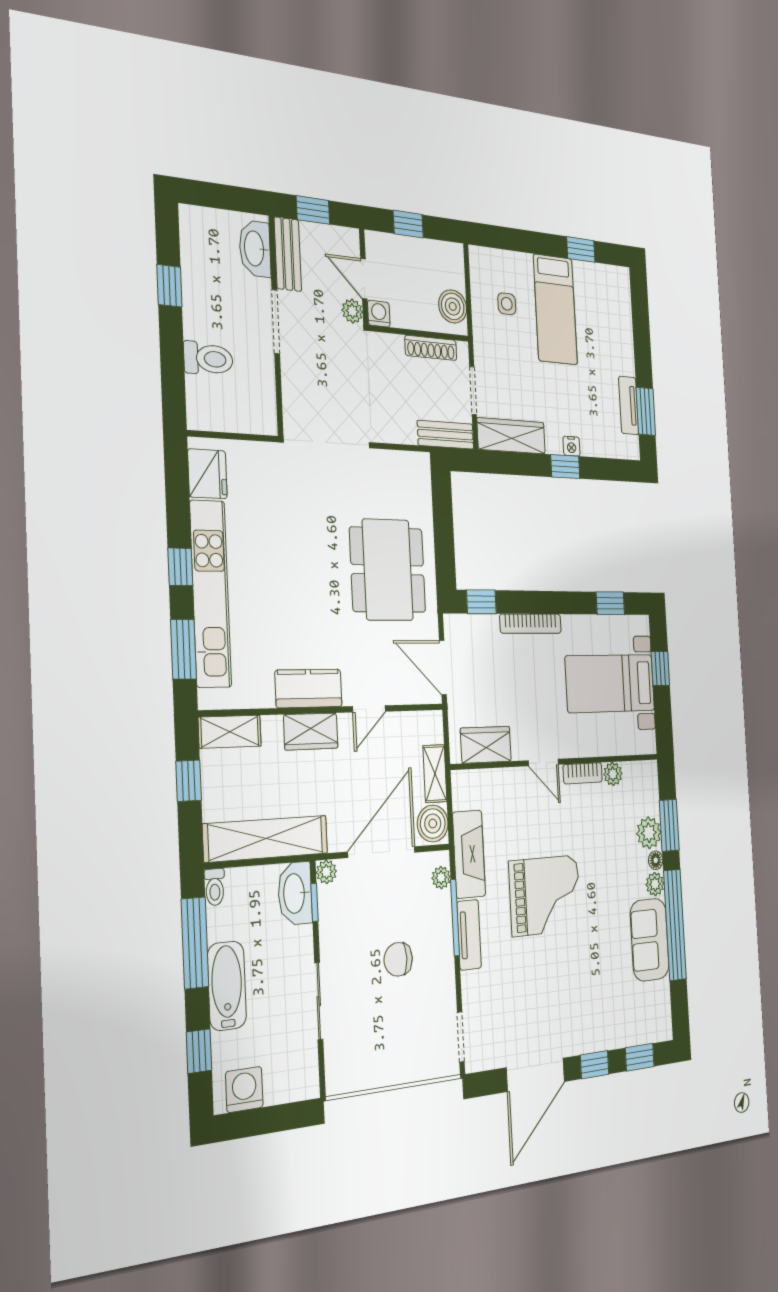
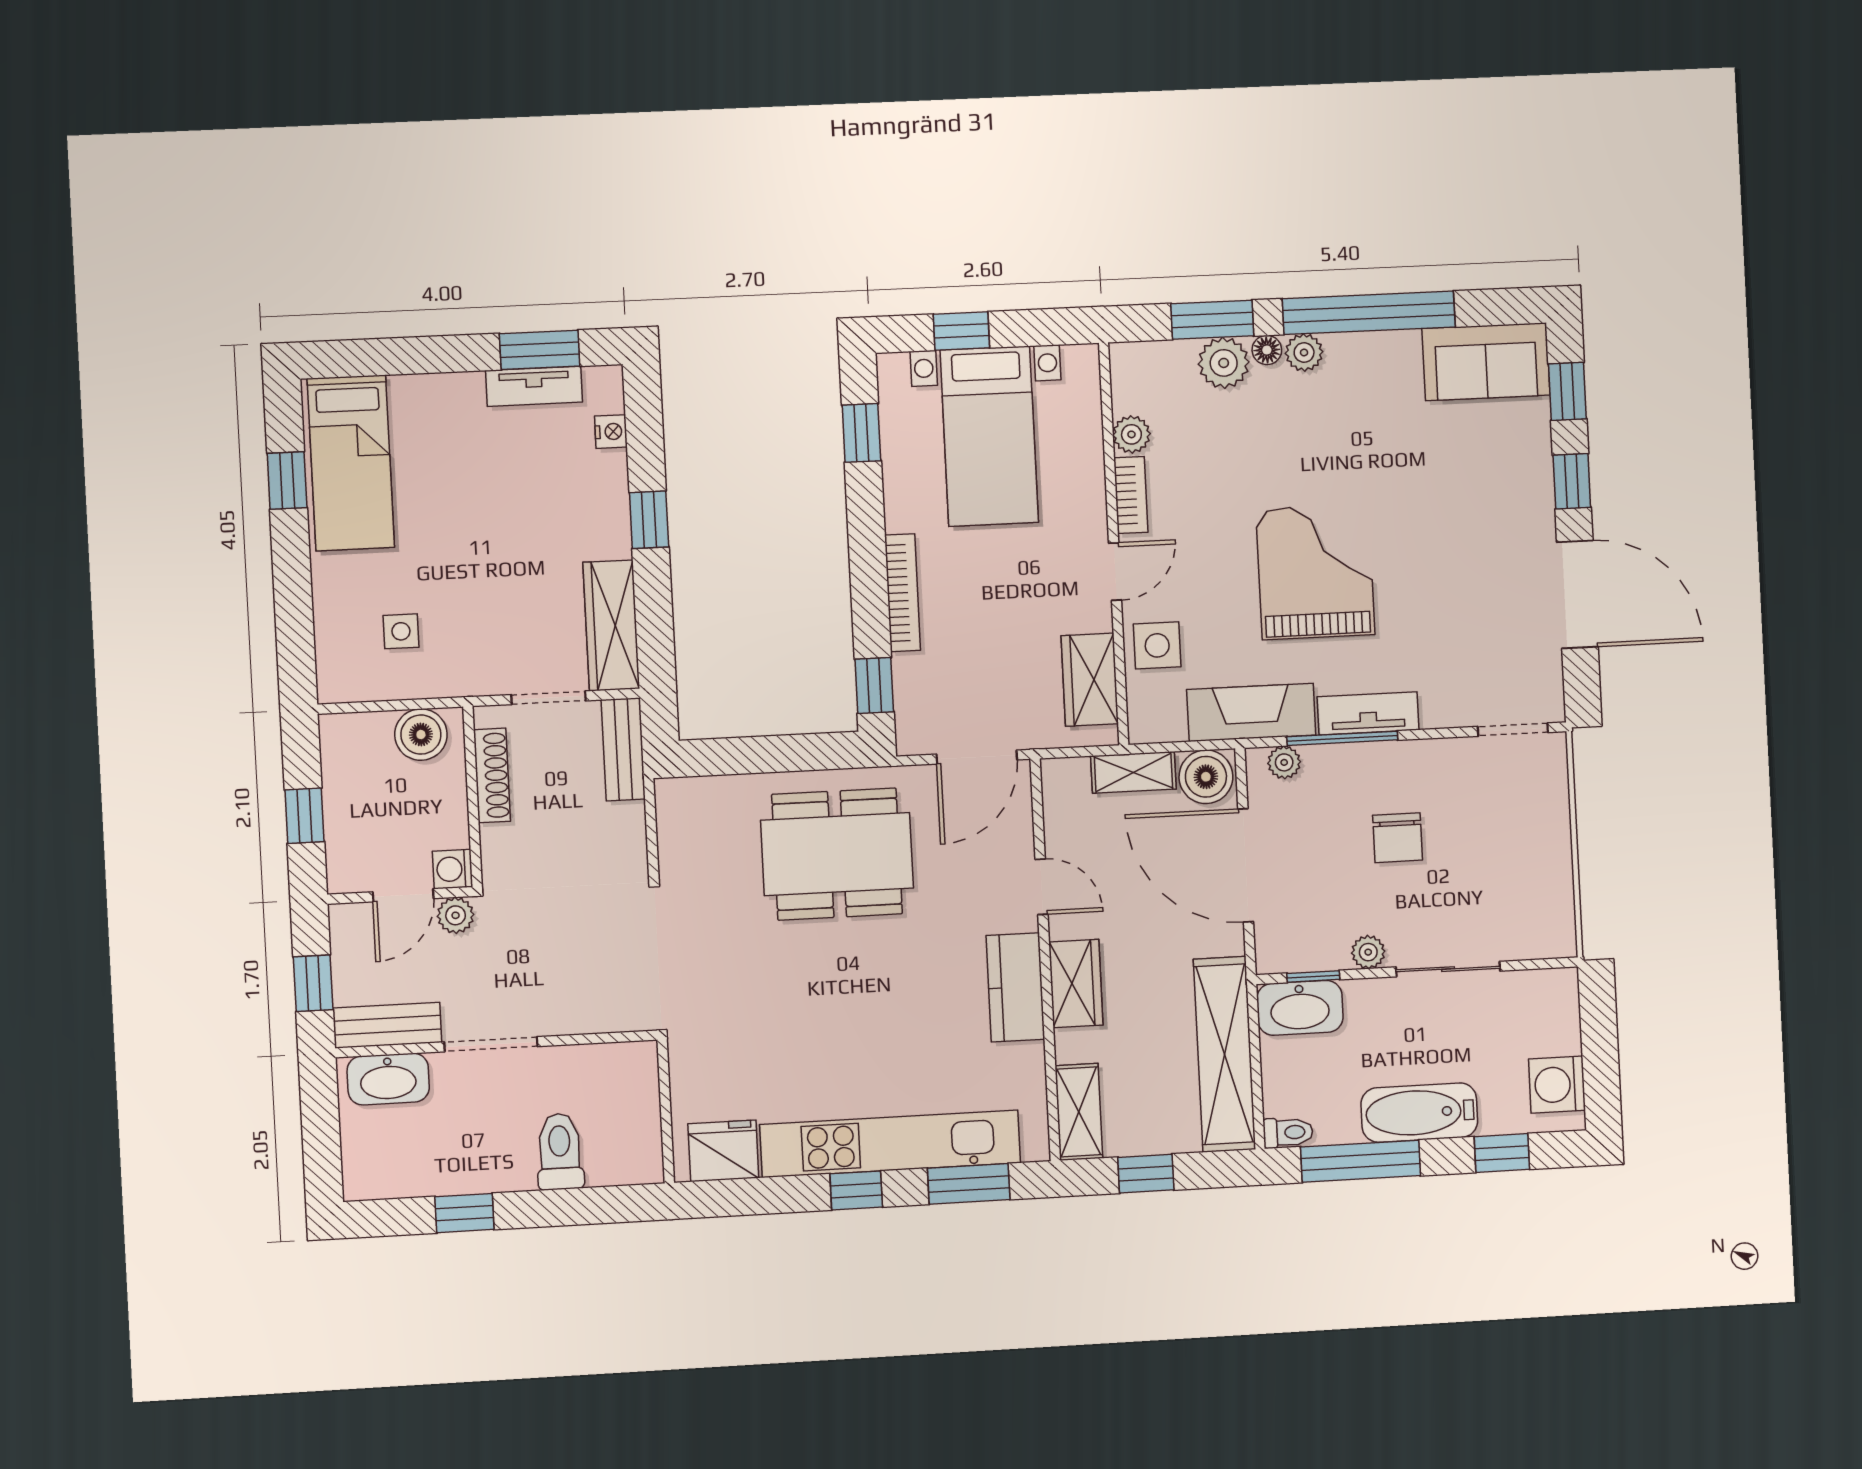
bed: (555, 309) -> (351, 463), moved, turned 90
nightstand: (572, 446) -> (611, 432), moved
side table: (505, 790) -> (1157, 645), added
plant: (326, 872) -> (1368, 952), moved
sofa: (650, 940) -> (1486, 362), moved

